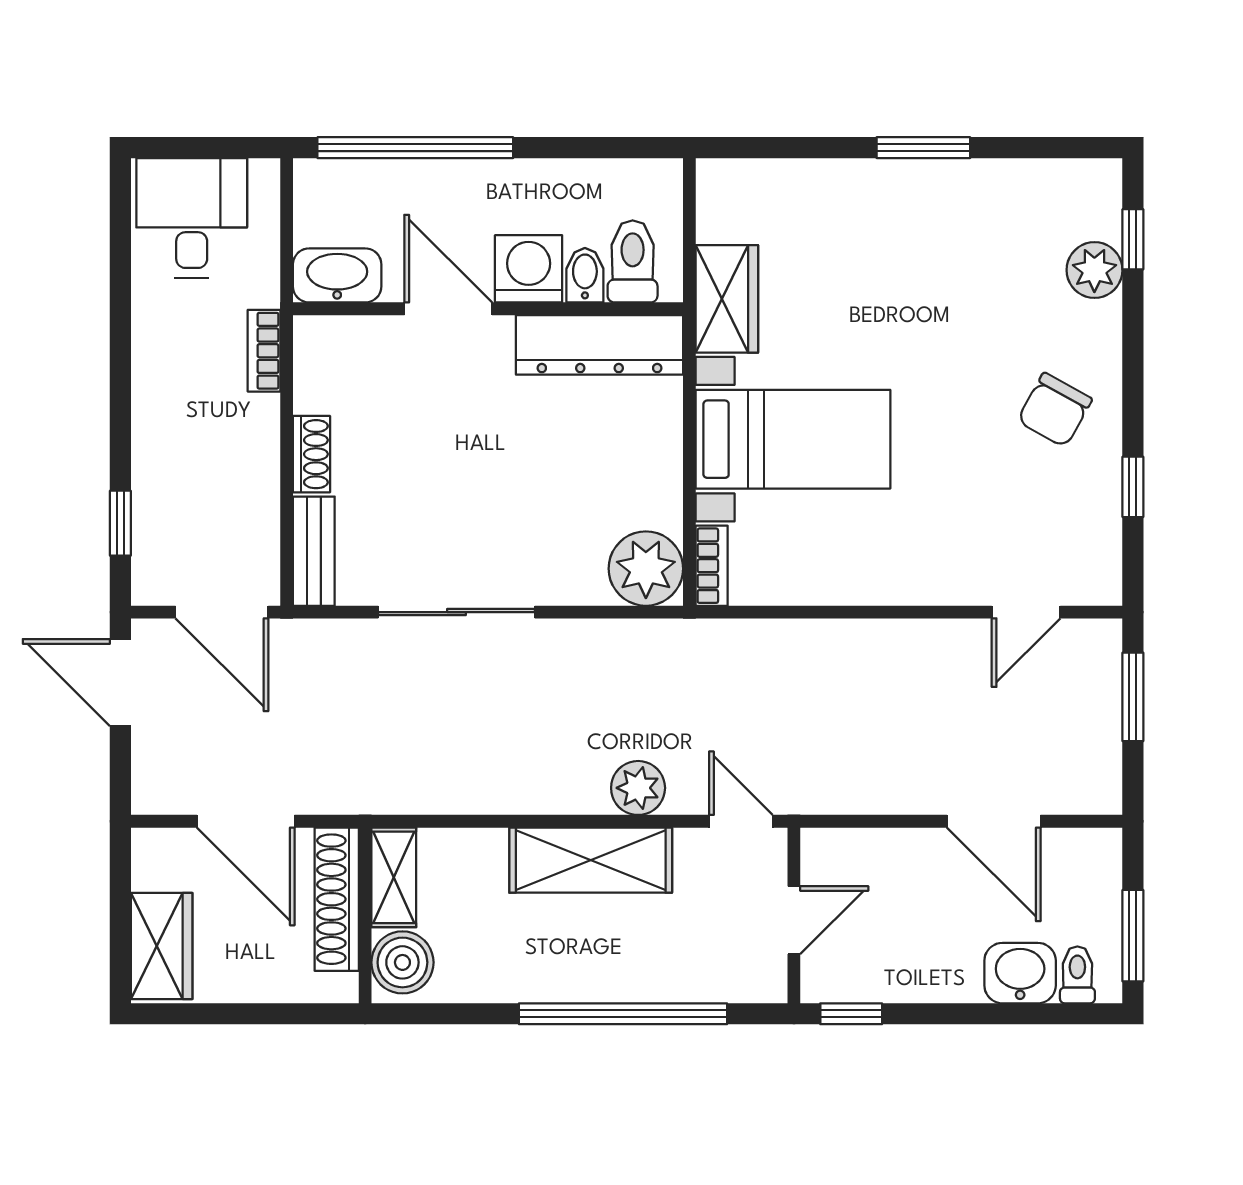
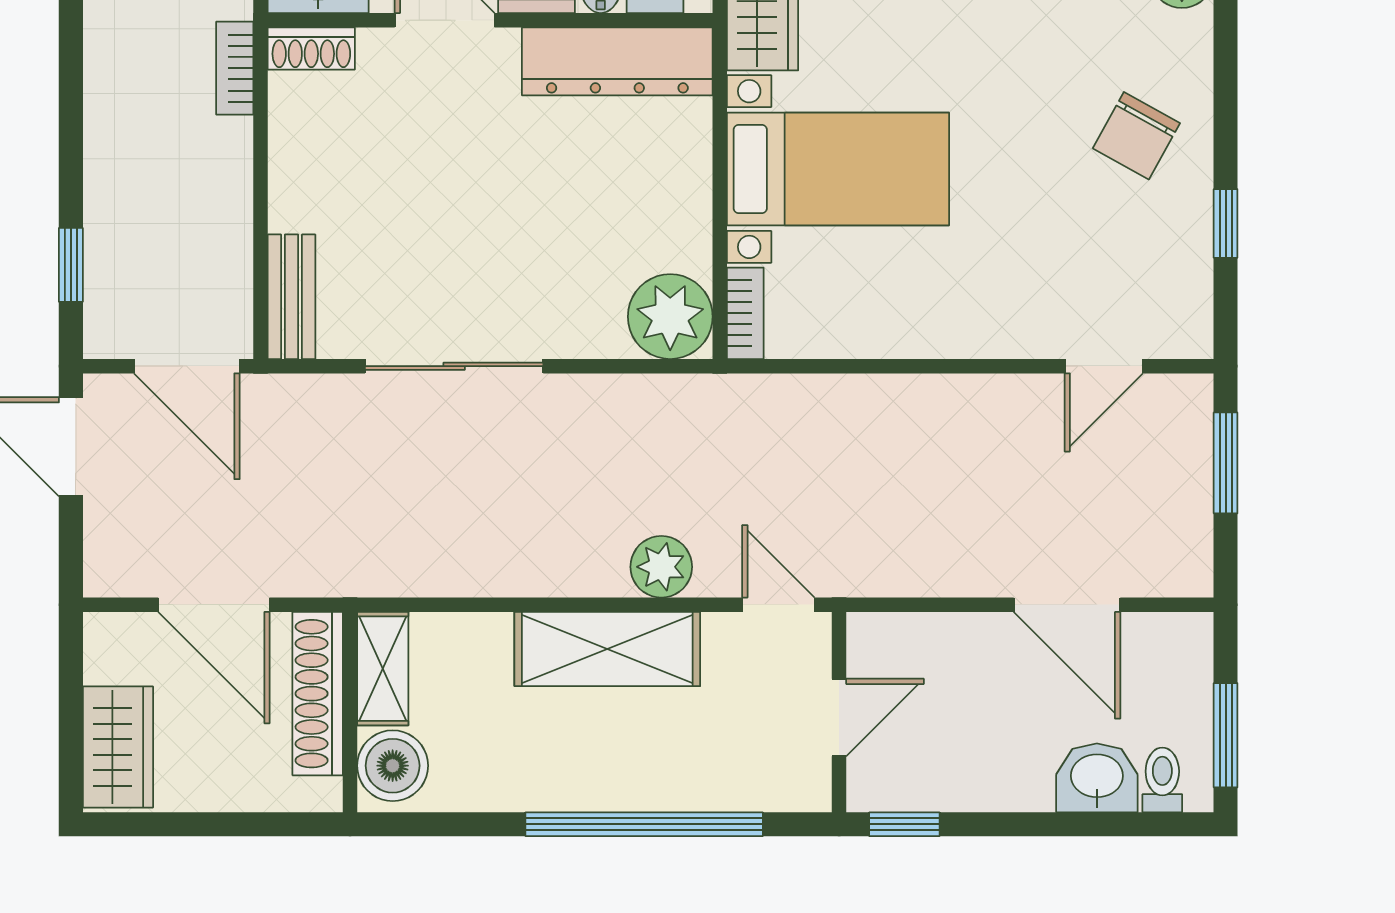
shoe rack: (311, 454) -> (311, 49), moved, turned 90

